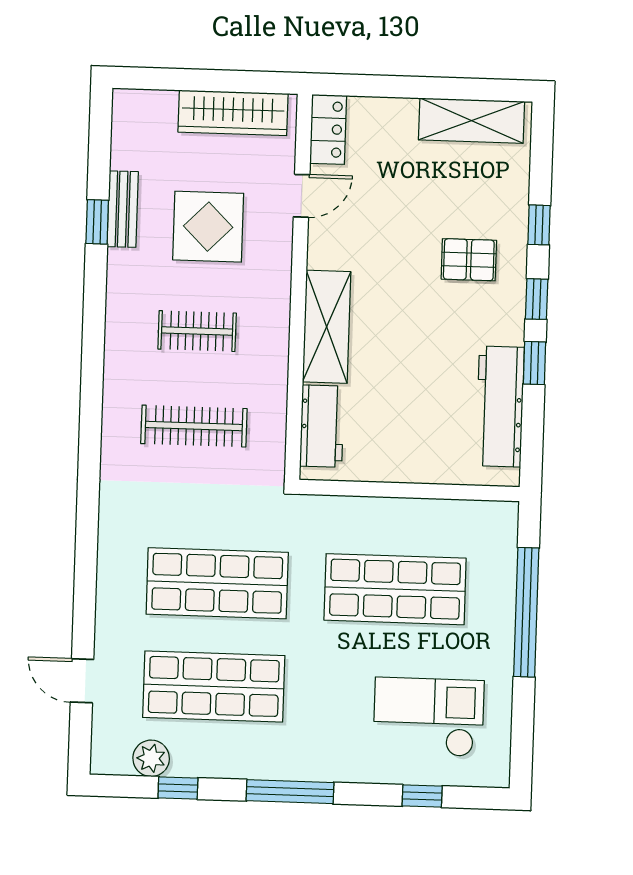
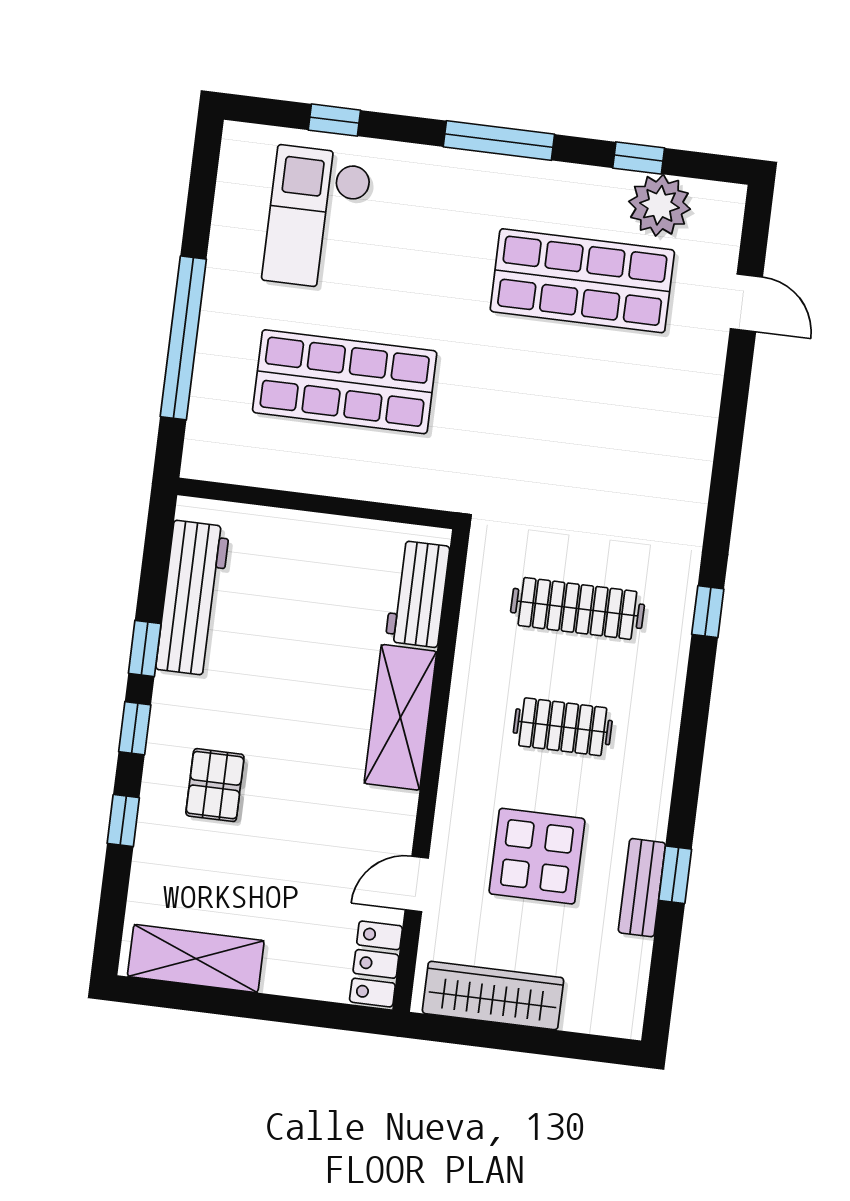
pallet: (469, 260) -> (215, 785), turned 90
window: (90, 433) -> (708, 612), added
shop shelf: (217, 583) -> (566, 409), removed
checkout: (429, 717) -> (317, 218), turned 90
plant: (151, 758) -> (659, 205), width x1.36, depth x1.36

